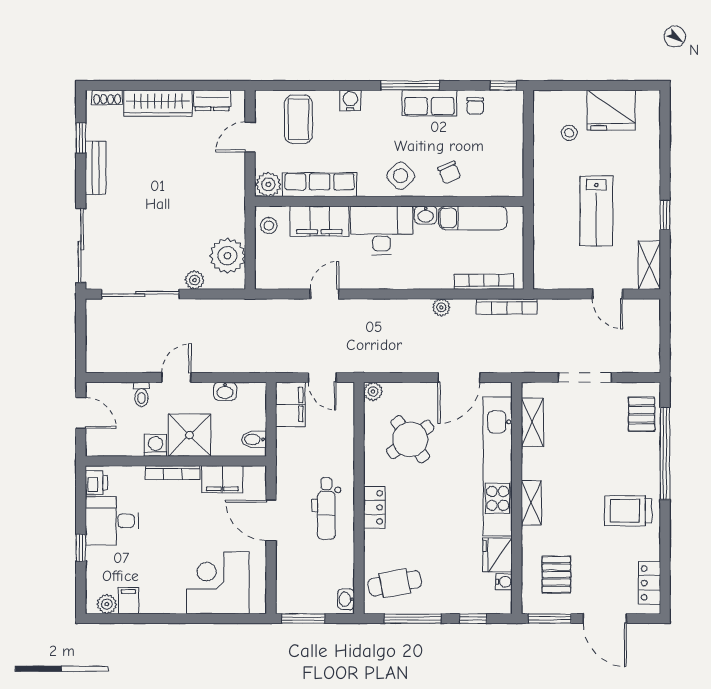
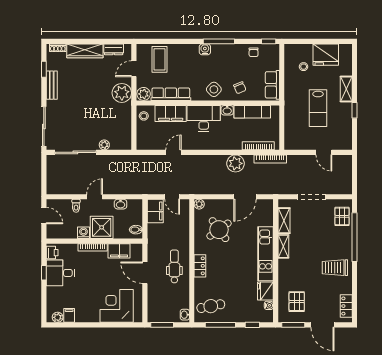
water cooler: (350, 101) -> (205, 49), moved
row of seats: (429, 103) -> (272, 85), moved, turned 90
plant: (227, 256) -> (122, 93), moved
shelving: (649, 265) -> (346, 89), moved
plant: (441, 307) -> (236, 163), width x1.88, depth x1.88
kitchen unit: (498, 466) -> (265, 254), width x0.73
shelving: (531, 503) -> (283, 246), moved
dental chair: (326, 509) -> (174, 266), turned 180
window: (81, 548) -> (44, 273), moved

